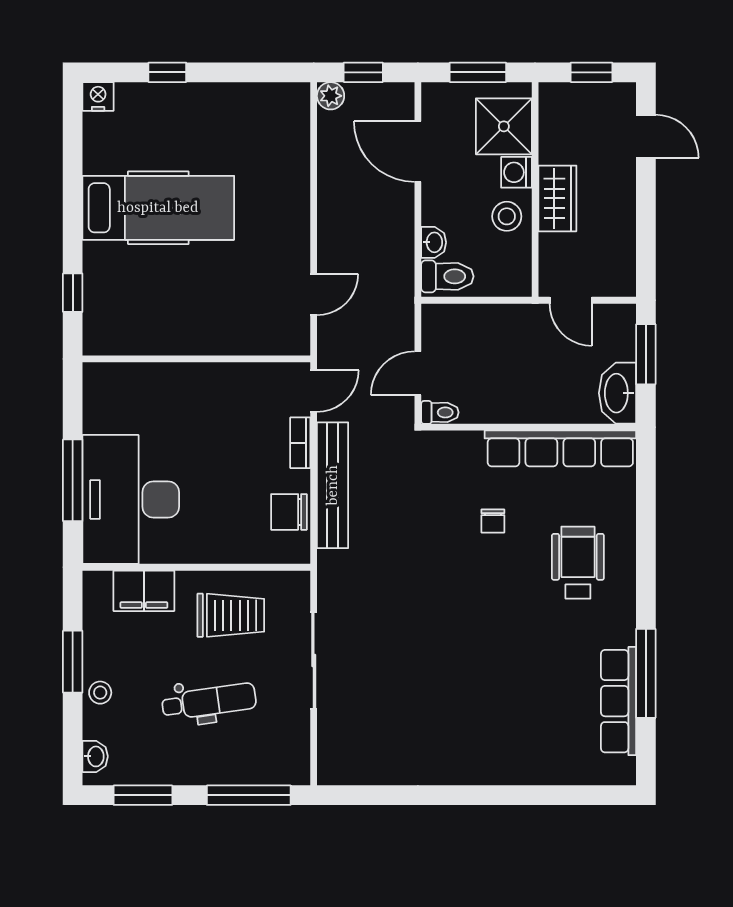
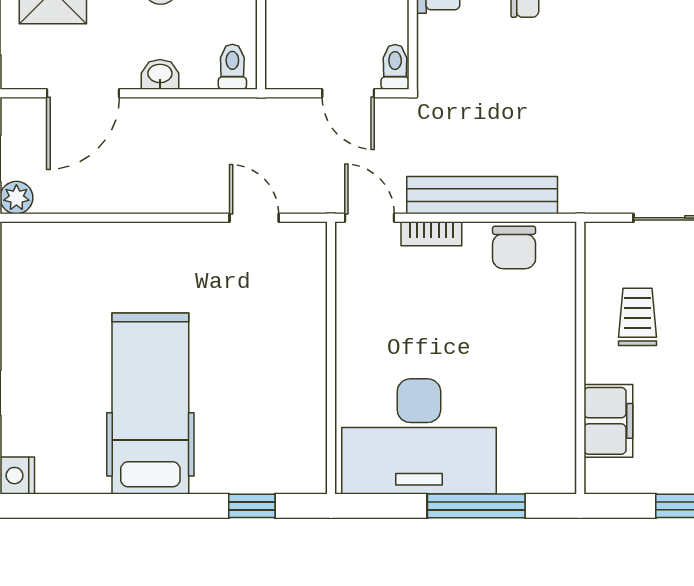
washbasin: (434, 242) -> (160, 74), moved
toilet: (447, 276) -> (232, 67), width x0.73, depth x0.72
desk: (131, 499) -> (419, 436), moved
trolley: (231, 615) -> (638, 317), width x0.73, depth x0.72

